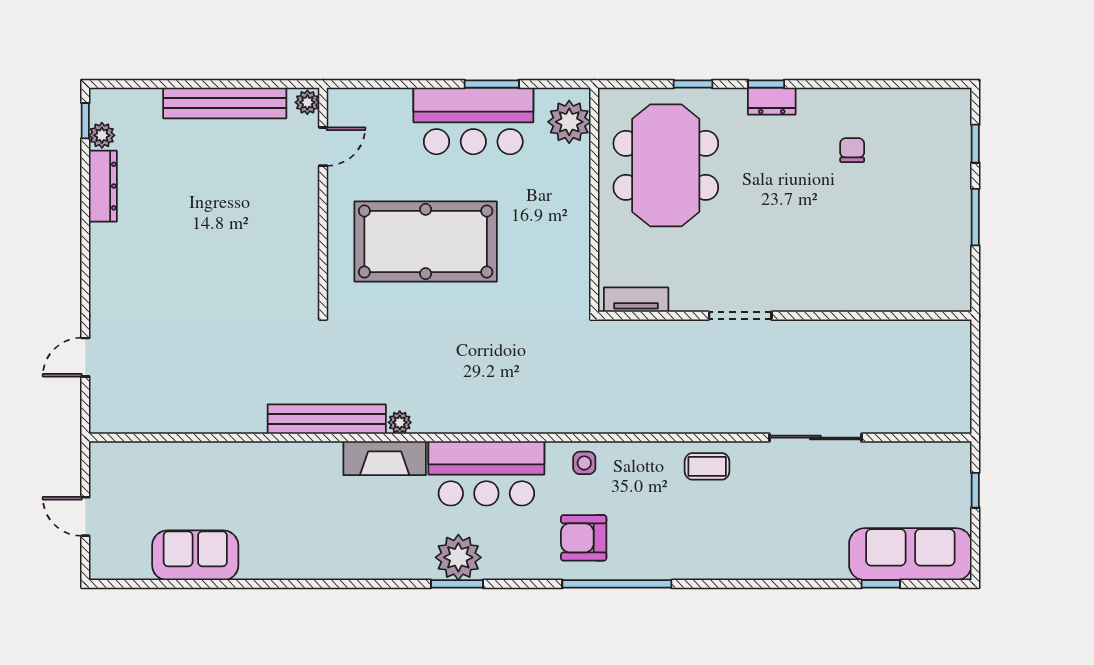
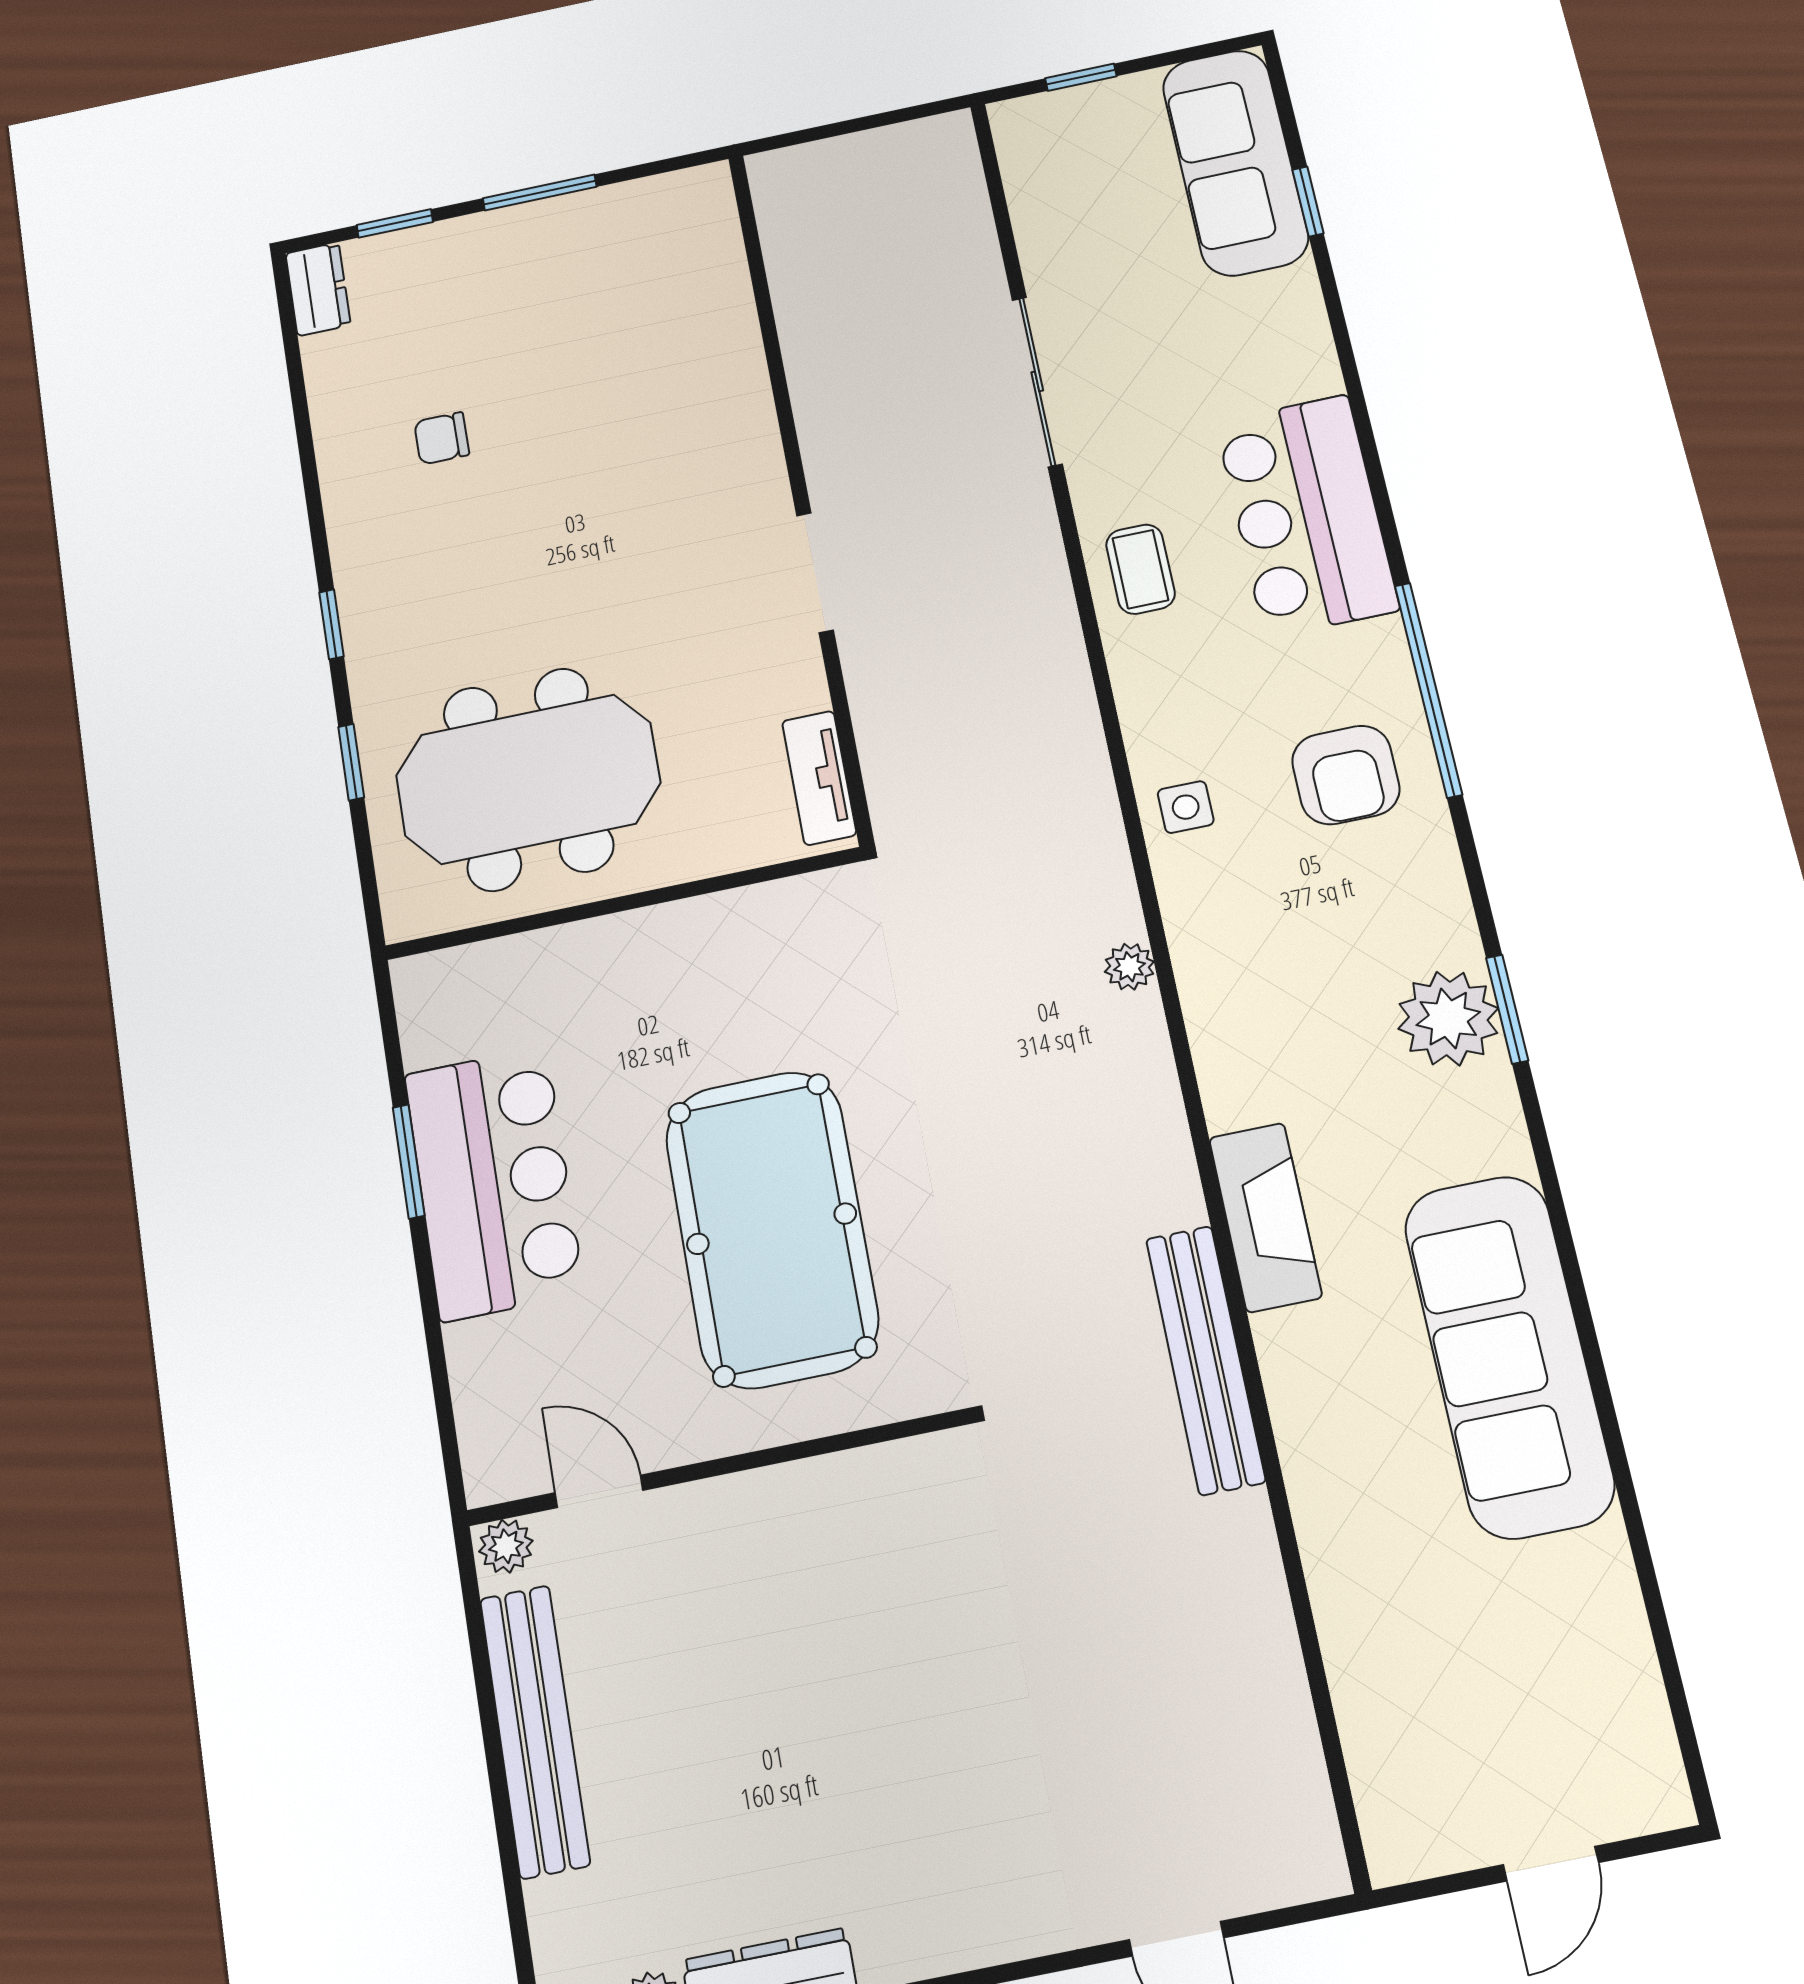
dresser: (772, 101) -> (318, 289), moved
plant: (569, 122) -> (466, 988), removed
plant: (400, 422) -> (1129, 967), moved
bar counter: (486, 473) -> (1307, 515), moved, turned 180
sofa: (195, 555) -> (1509, 1355), moved, width x1.85, depth x1.27

